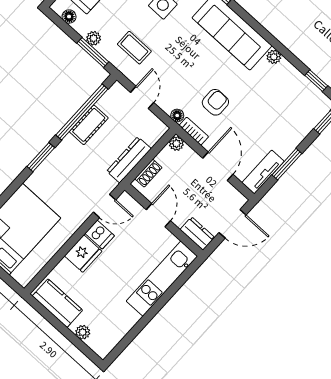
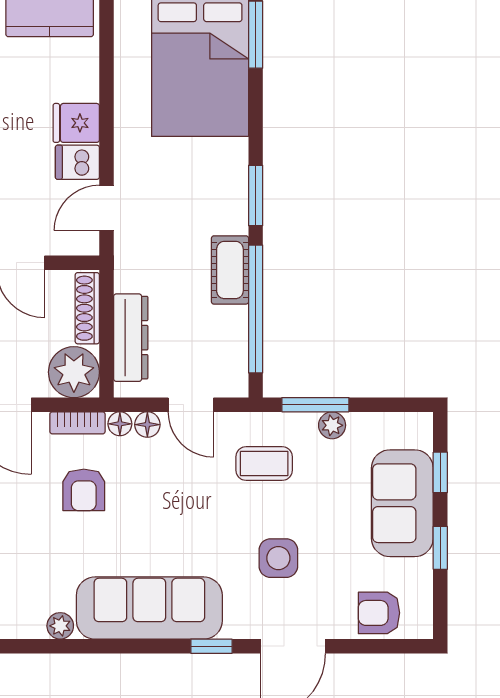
floor lamp: (69, 17) -> (147, 425), moved
cot: (89, 125) -> (230, 270), moved
plant: (176, 144) -> (74, 372), width x1.87, depth x1.87
dresser: (129, 160) -> (131, 338), moved
shoe rack: (148, 173) -> (87, 308), width x1.43
fridge: (83, 254) -> (76, 123), width x0.72

